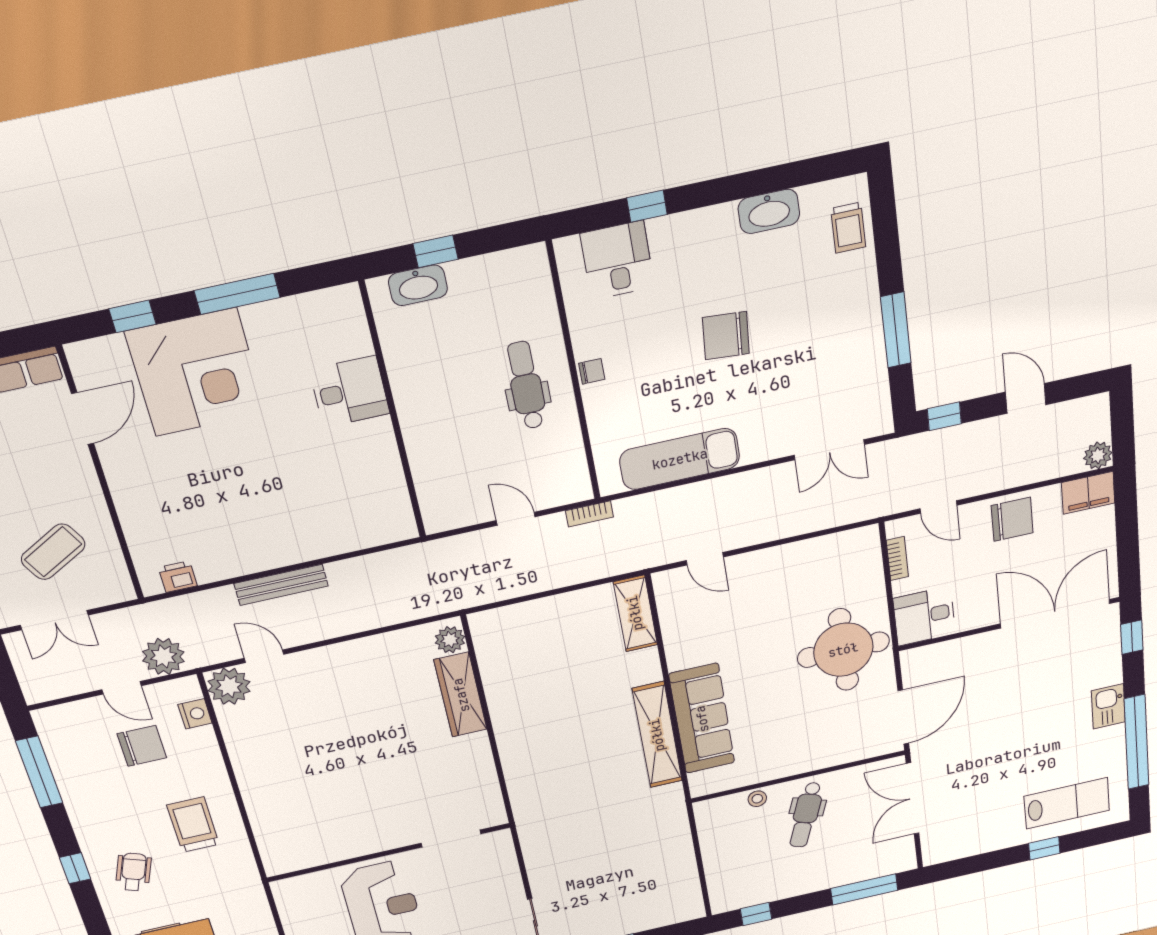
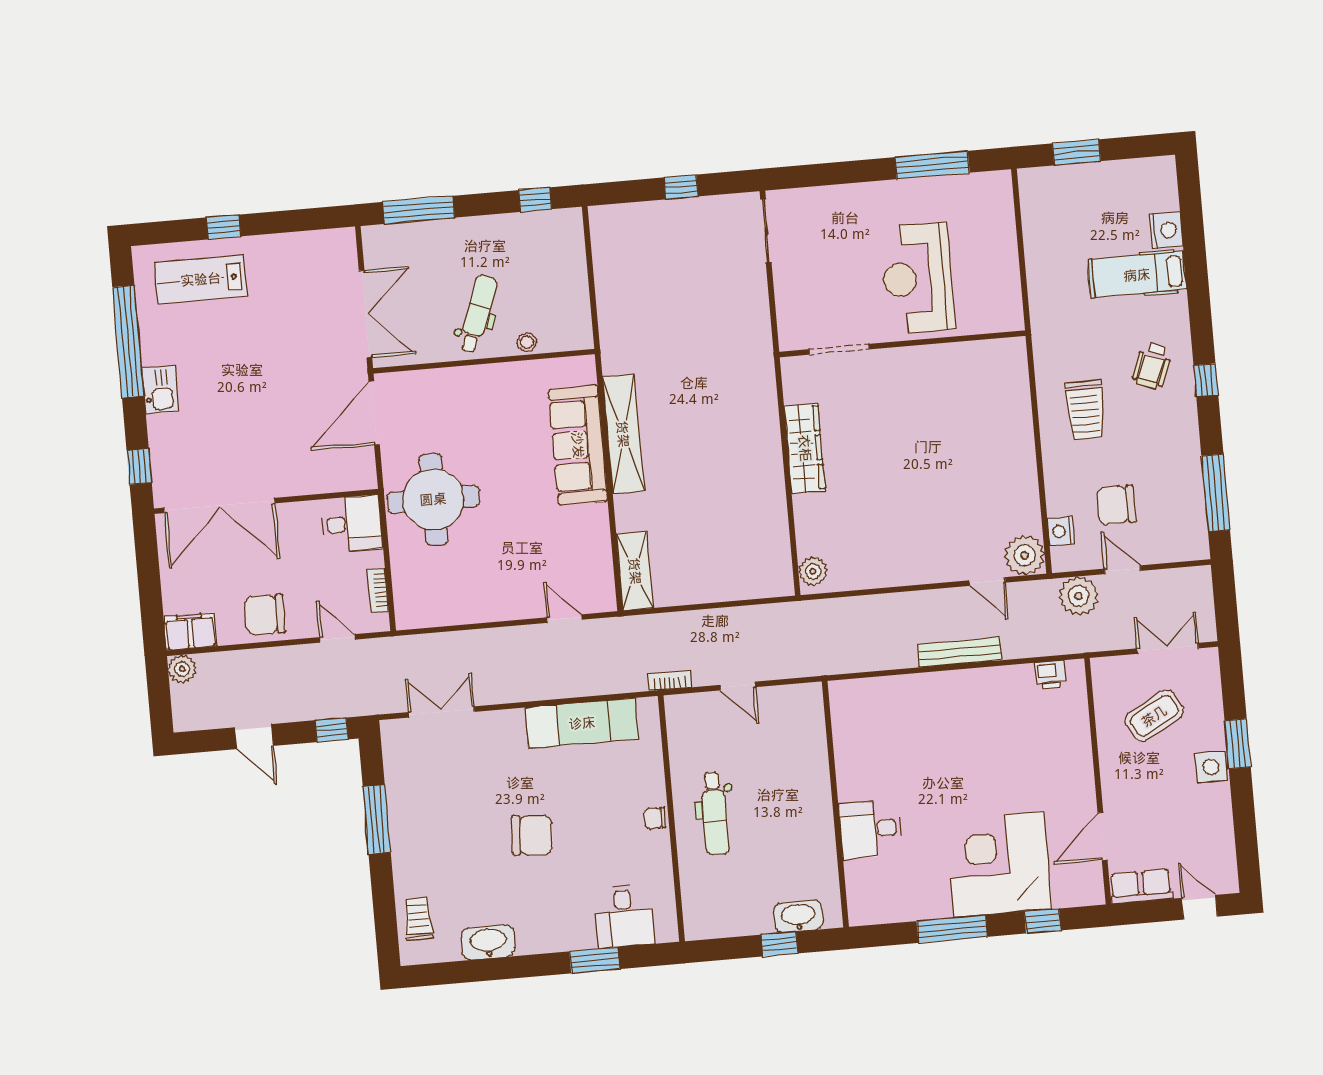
window: (647, 206) -> (594, 960), width x1.50
wardrobe: (461, 695) -> (805, 448), moved

